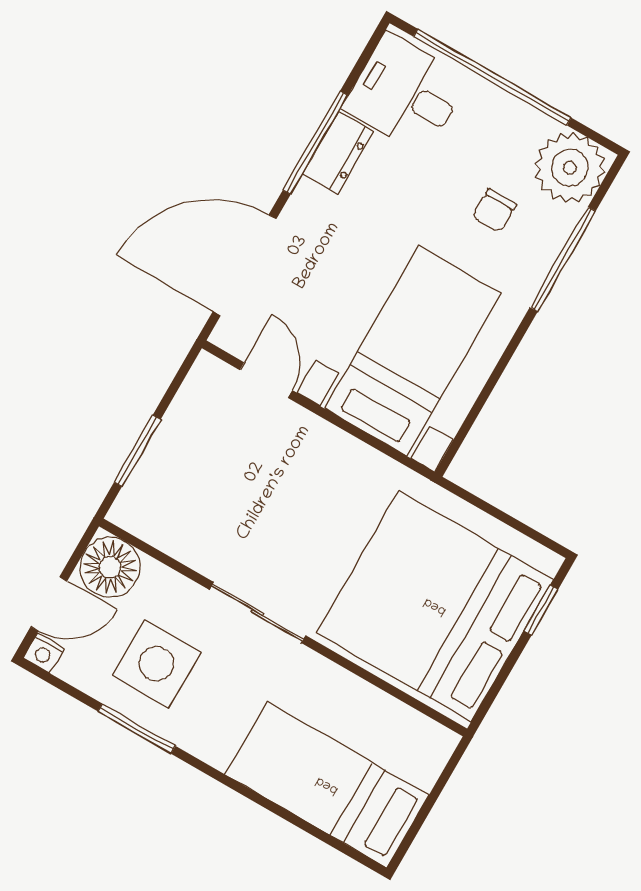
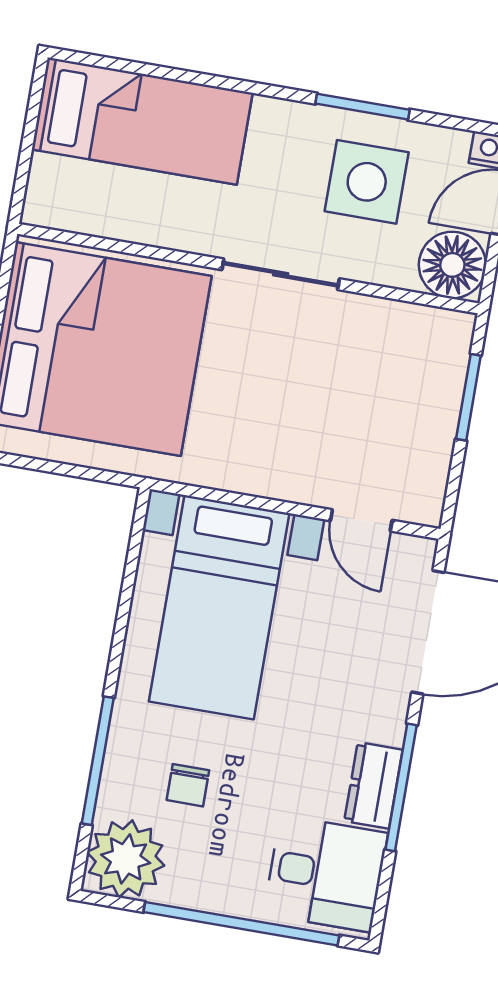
chair: (494, 211) -> (188, 785), turned 180

